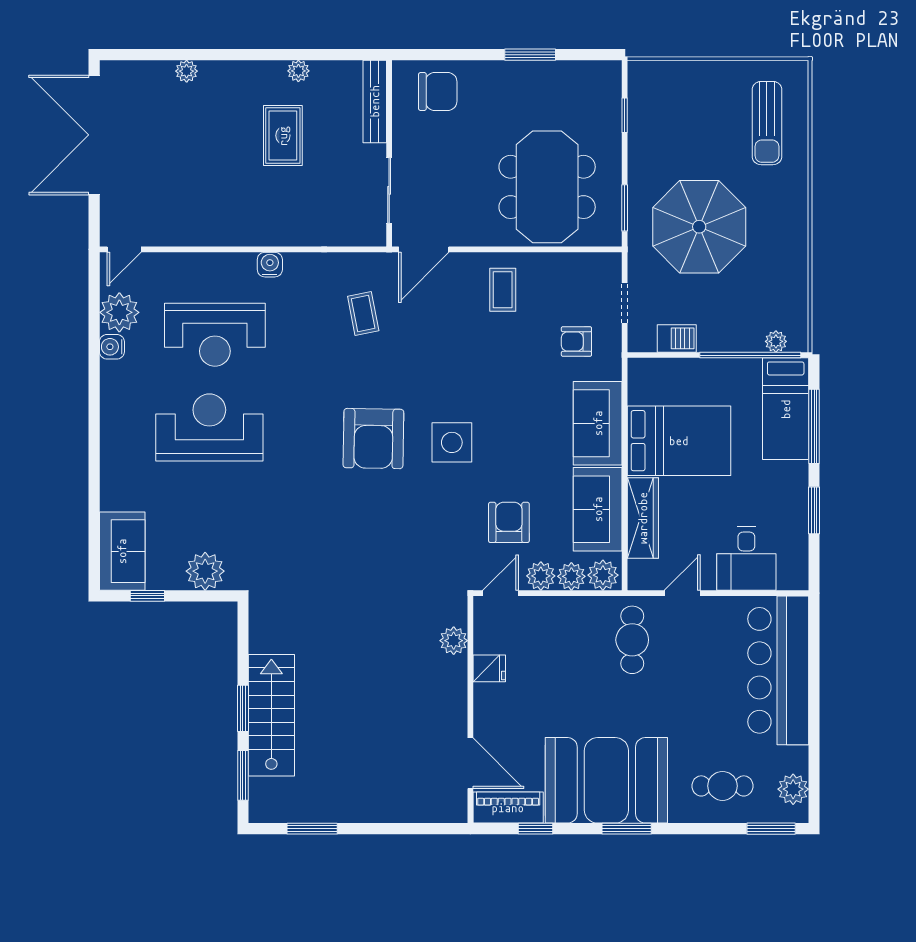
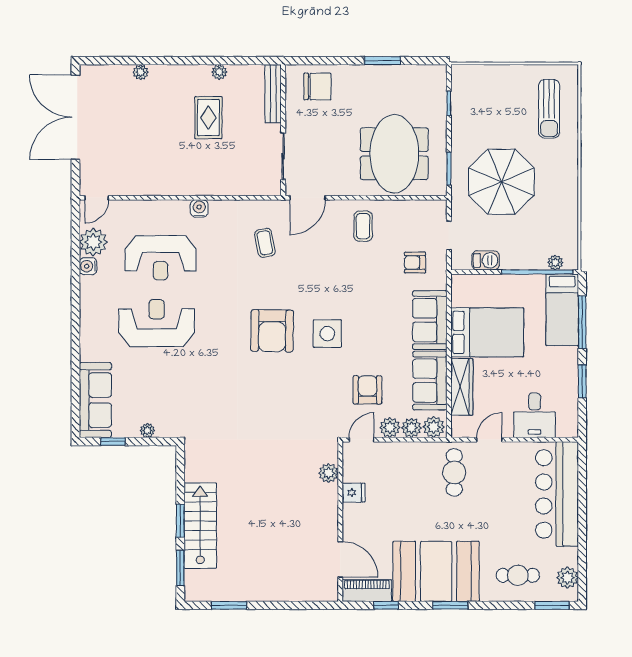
sofa: (122, 551) -> (95, 400), width x1.36
plant: (205, 571) -> (147, 431), width x0.53, depth x0.53

